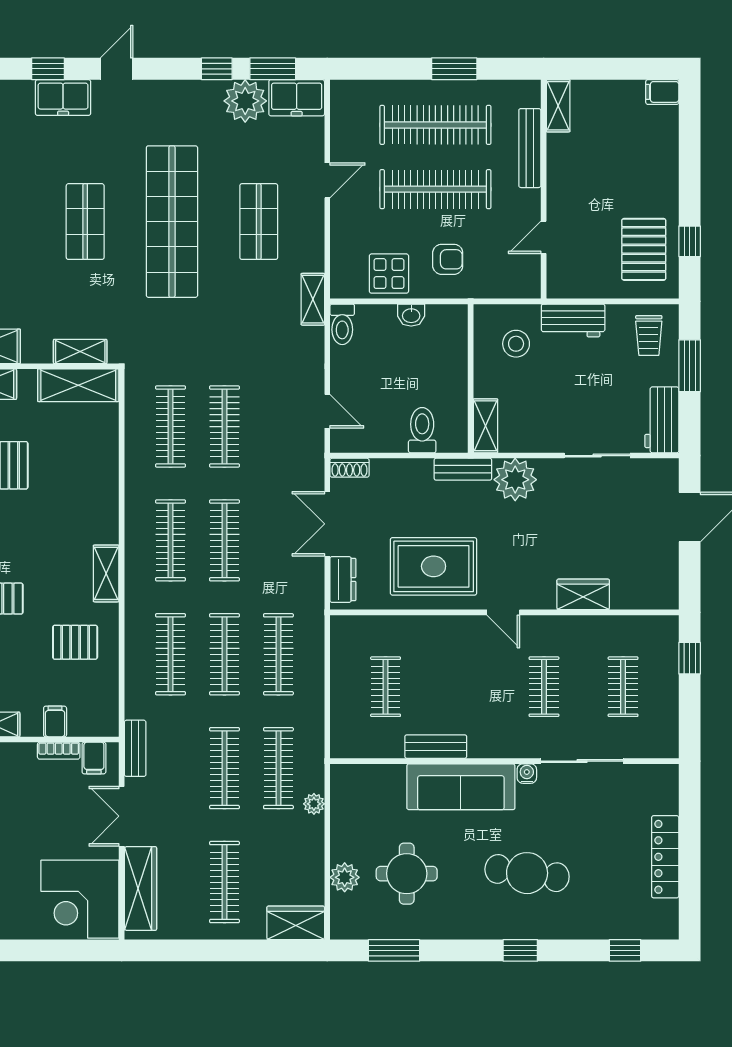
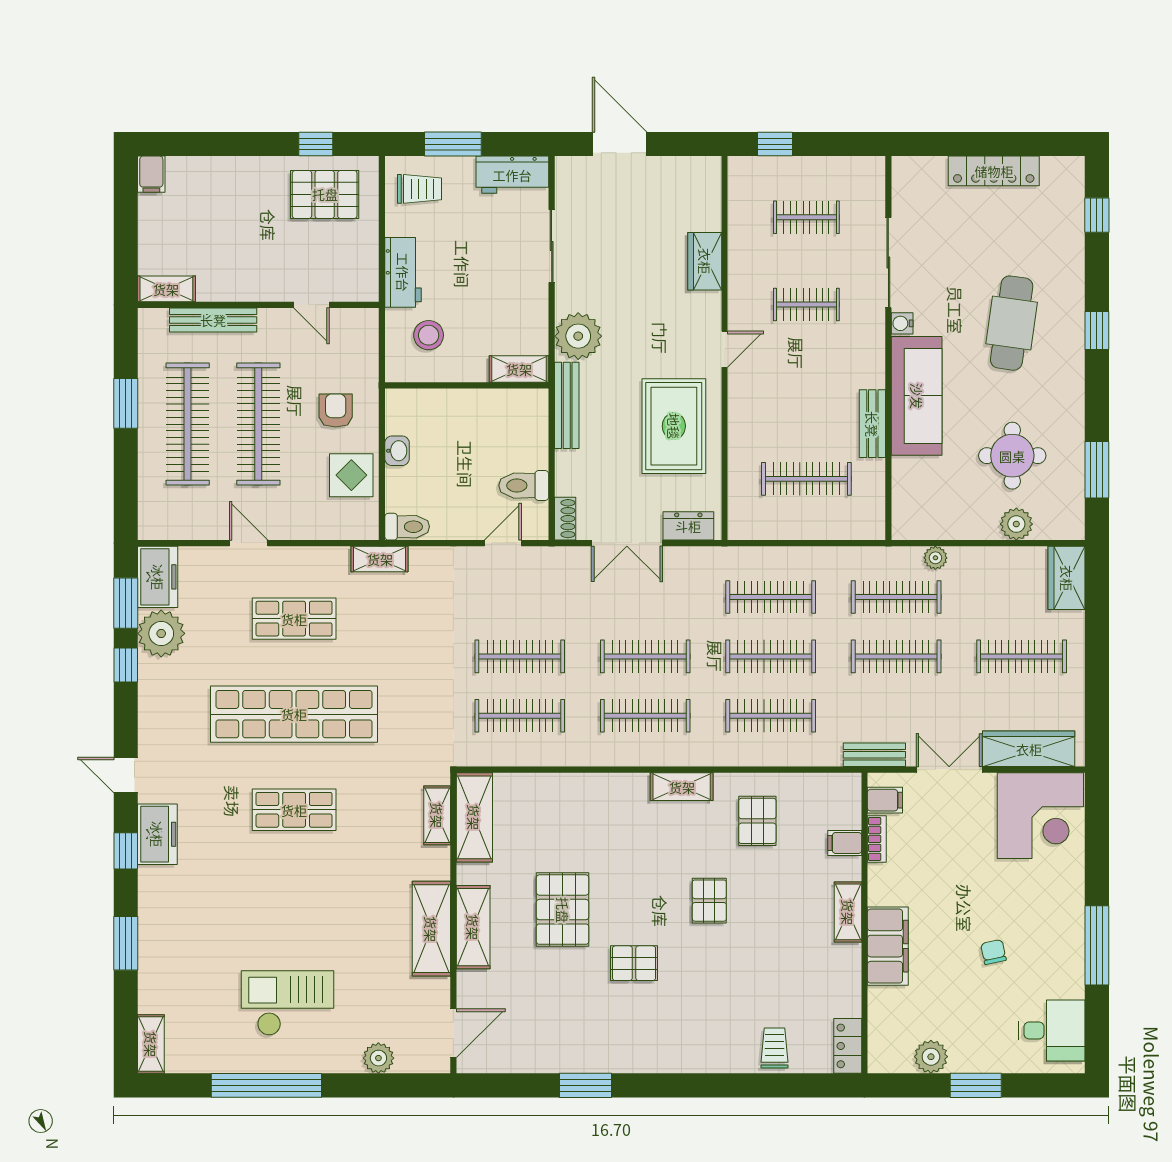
toilet: (422, 430) -> (524, 486), moved
bench: (463, 469) -> (567, 405), width x1.36
clothes rail: (386, 687) -> (806, 479), width x1.36
double door: (122, 816) -> (949, 770), swing flipped

